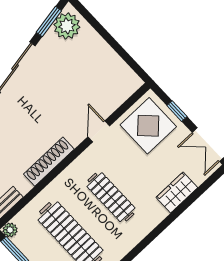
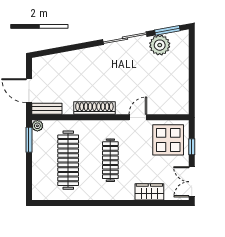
plant: (67, 26) -> (160, 45), moved

